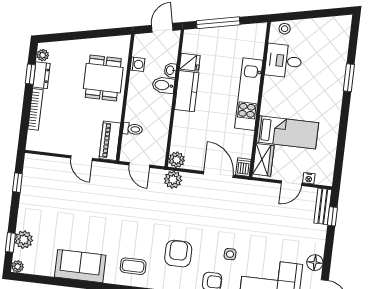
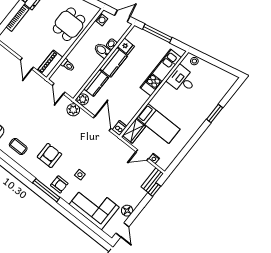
washing machine: (137, 64) -> (101, 20), moved
kitchen unit: (249, 94) -> (161, 72), moved
kitchen counter: (181, 130) -> (96, 83), added

